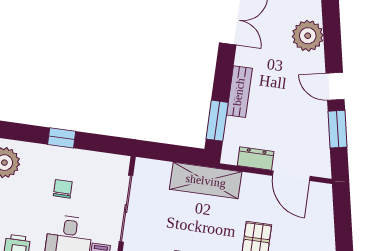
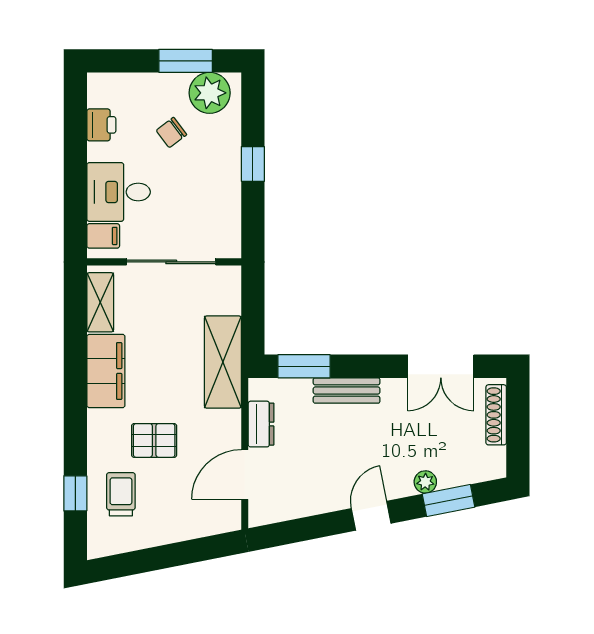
plant: (308, 36) -> (425, 482), width x0.53, depth x0.53
window: (337, 129) -> (448, 501), moved
chair: (63, 189) -> (171, 133), moved, turned 143

